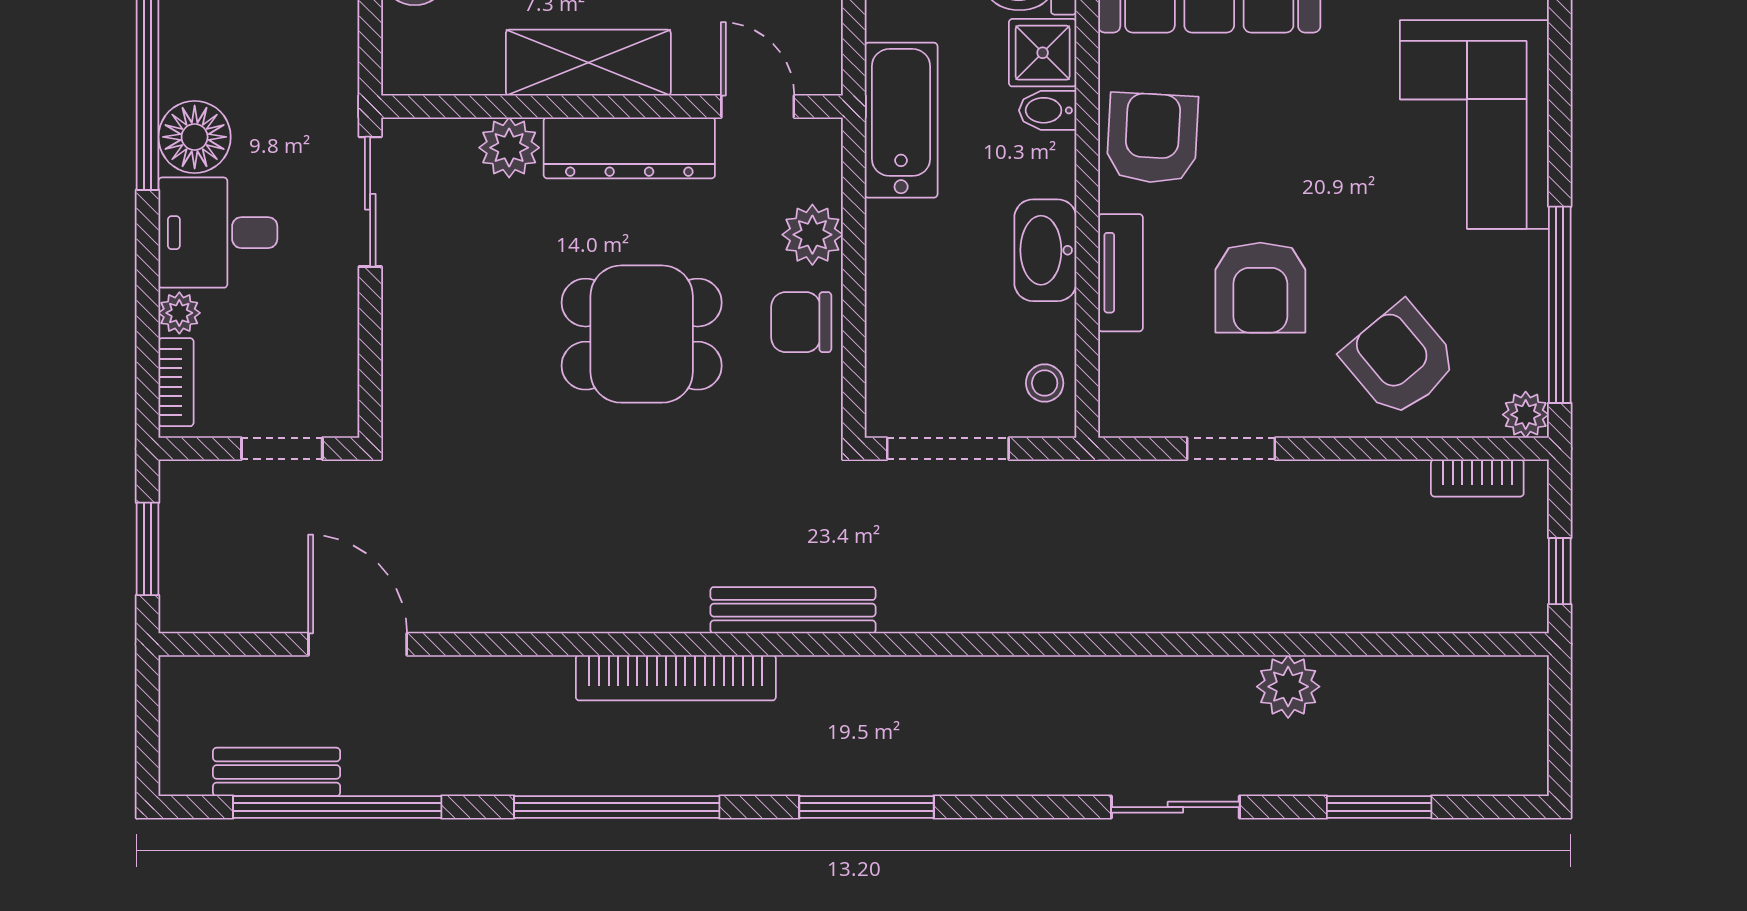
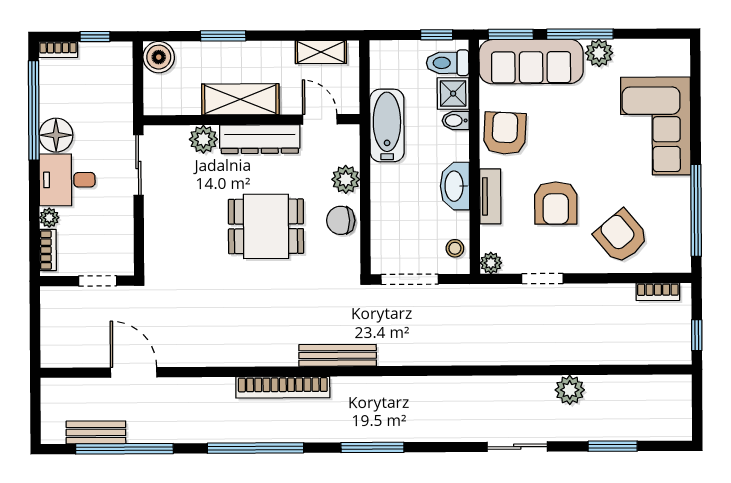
plant: (1526, 415) -> (491, 263), moved
window: (148, 549) -> (35, 328), removed

